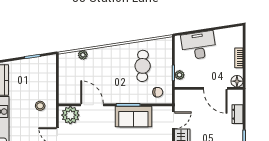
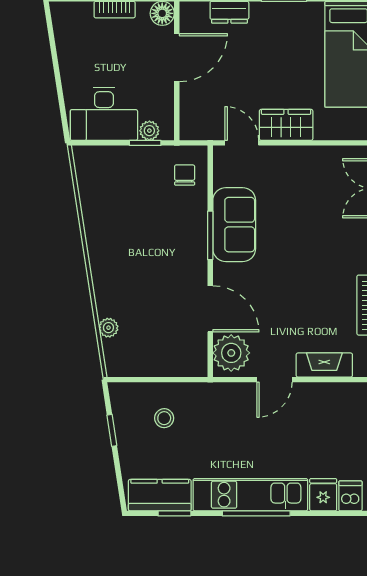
desk: (199, 45) -> (104, 114), moved, turned -81
cafe table: (143, 66) -> (131, 206), removed
door: (92, 105) -> (210, 309), swing flipped
stool: (40, 106) -> (164, 418), moved

